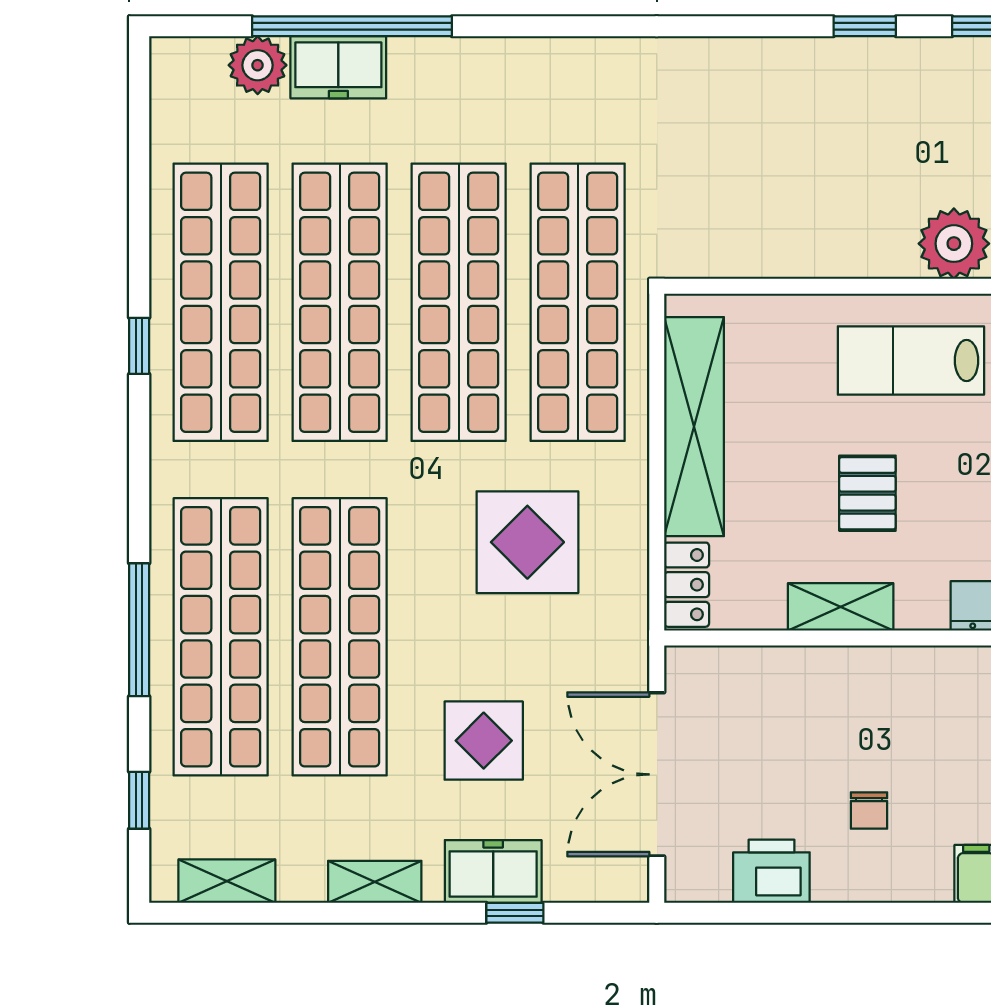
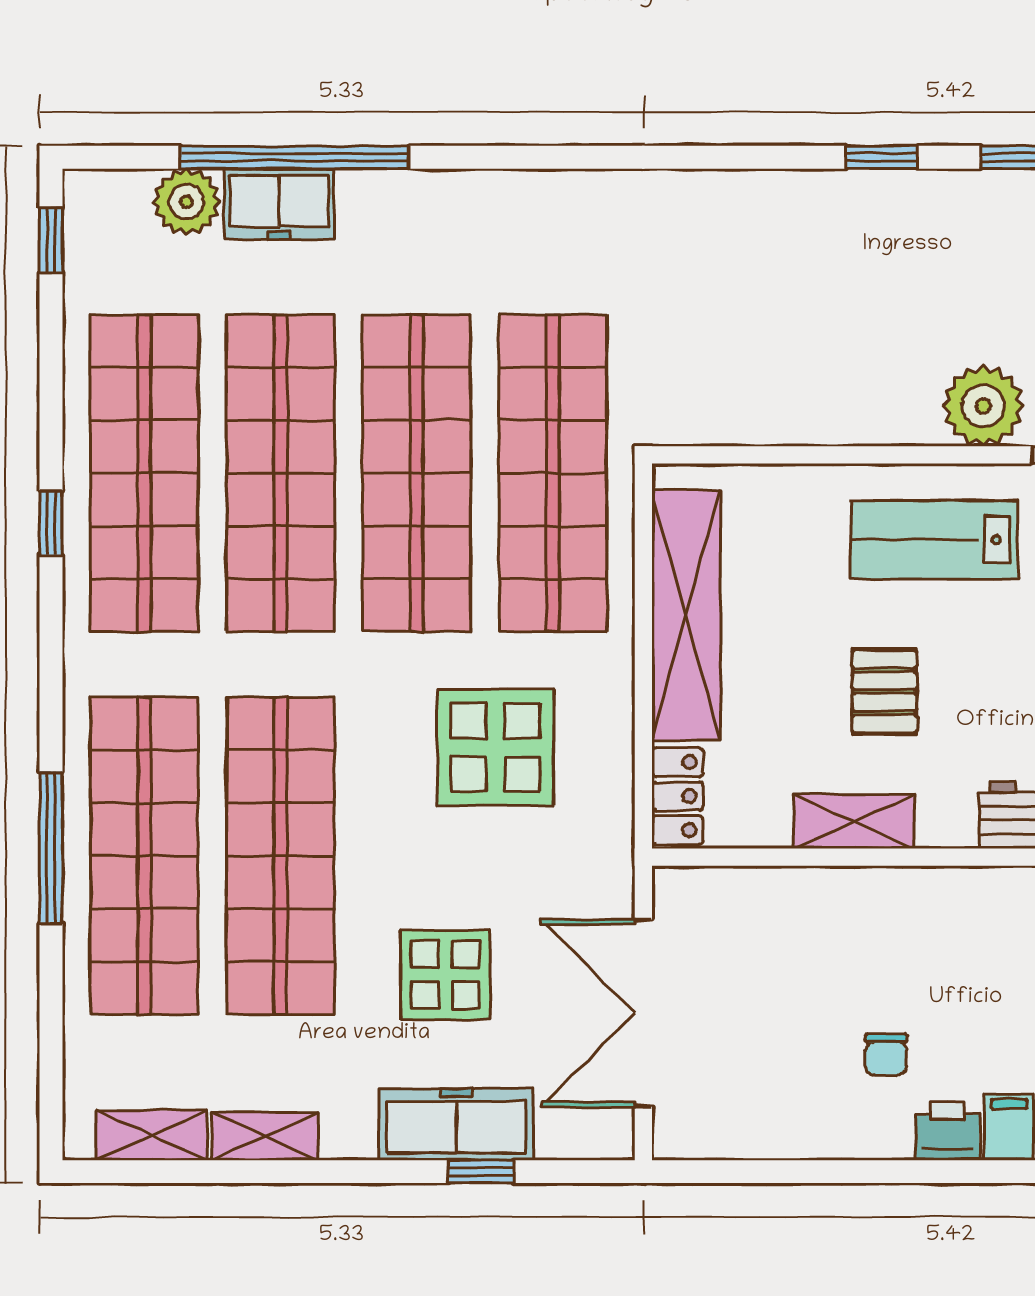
window: (139, 800) -> (51, 240), moved
freezer: (493, 871) -> (456, 1124), width x1.40
printer: (771, 871) -> (947, 1131), moved, width x0.73, depth x0.81
shelving: (375, 882) -> (265, 1136), moved

